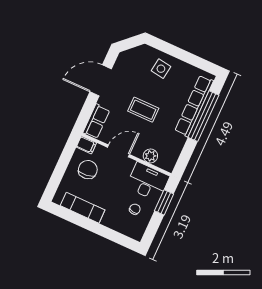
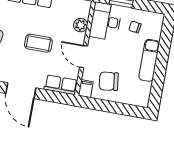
coffee table: (143, 110) -> (38, 43), turned 90
exam couch: (83, 208) -> (149, 60), moved

